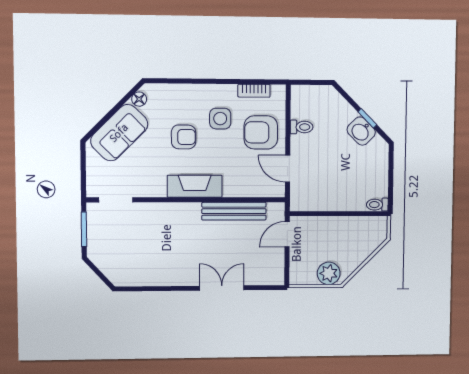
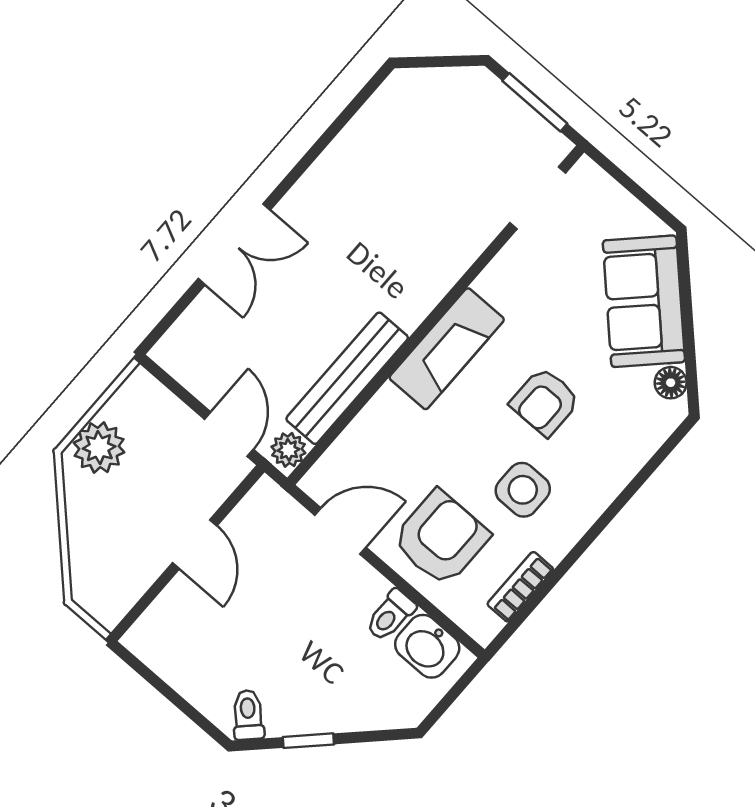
washbasin: (361, 131) -> (427, 646), moved, turned -135
toilet: (377, 205) -> (248, 715), moved, turned -45
plant: (275, 210) -> (288, 450), added
door: (334, 214) -> (195, 544), added

